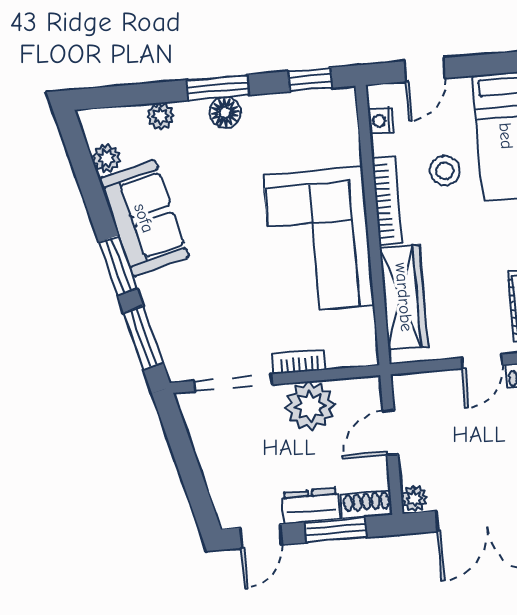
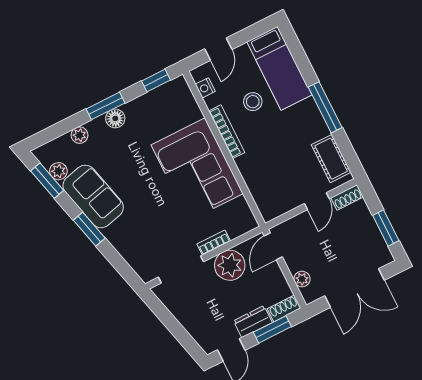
wardrobe: (404, 297) -> (258, 183), removed
window: (143, 338) -> (47, 181), moved
door: (390, 432) -> (273, 246), moved
plant: (414, 498) -> (302, 279), moved

